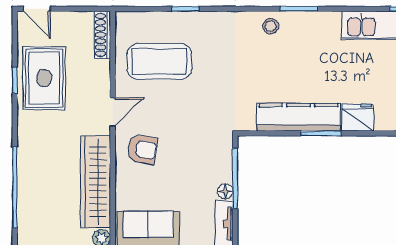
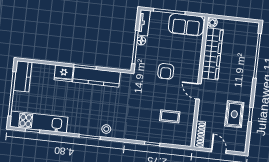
door: (37, 9) -> (219, 151), moved
coffee table: (159, 62) -> (170, 116), width x0.54, depth x0.58
rug: (44, 78) -> (234, 114), width x0.73, depth x0.70
door: (113, 112) -> (199, 91), hinge flipped
armchair: (142, 149) -> (166, 71), moved, turned -99

